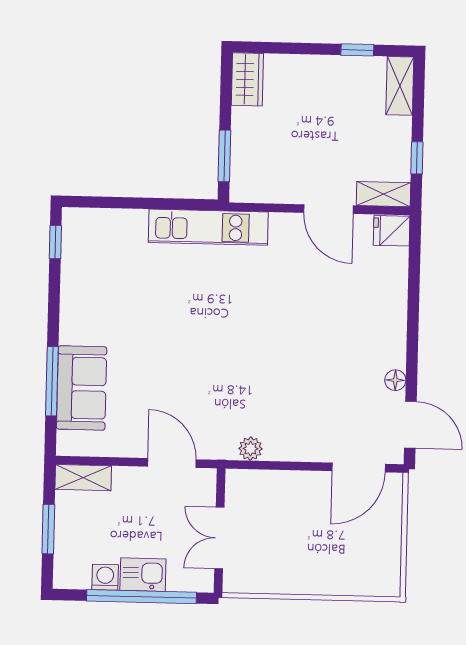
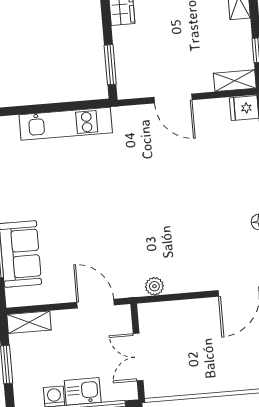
door: (328, 209) -> (173, 99), moved
kitchen unit: (208, 227) -> (66, 124), moved

